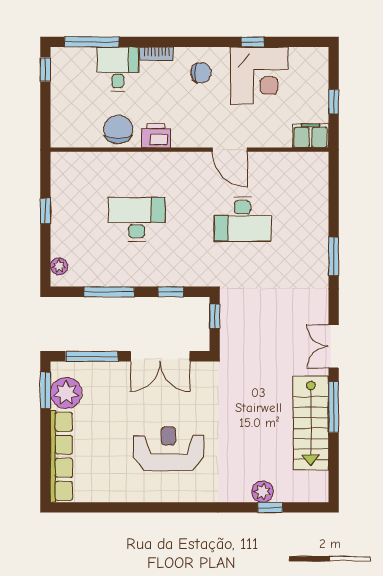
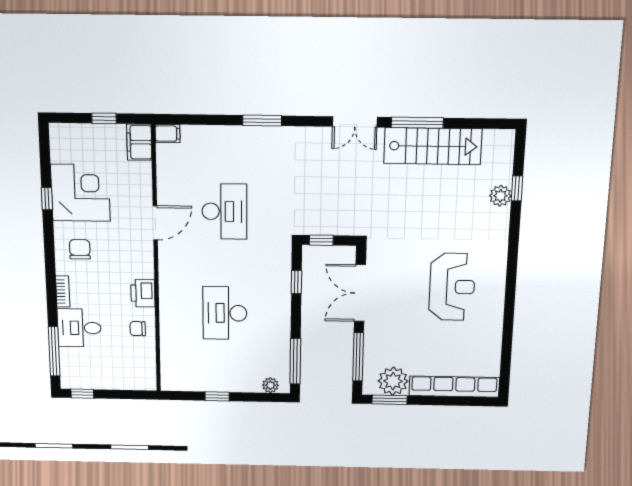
chair: (118, 129) -> (138, 329), width x0.54, depth x0.54
filing cabinet: (320, 164) -> (168, 134), added
window: (109, 292) -> (295, 361), moved
double door: (160, 356) -> (360, 293), swing flipped
reception desk: (168, 449) -> (452, 287), turned 180

